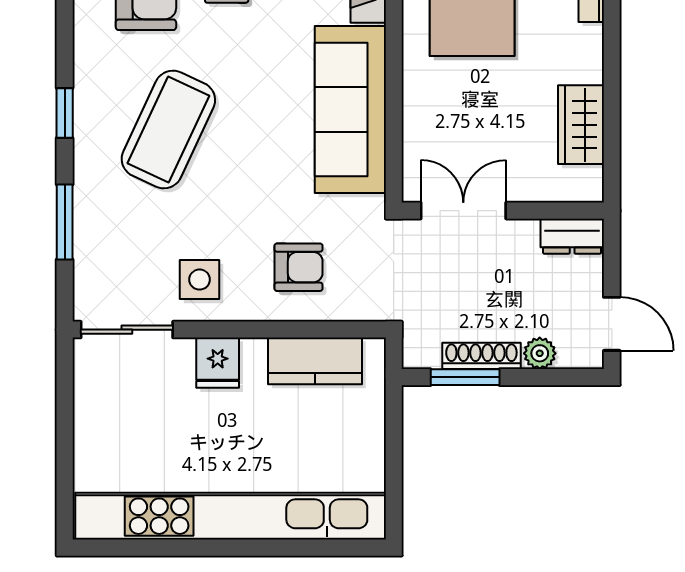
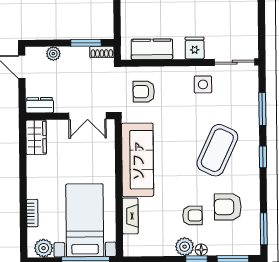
wardrobe: (581, 125) -> (36, 137), moved
armchair: (299, 267) -> (144, 92), moved
shoe rack: (481, 356) -> (102, 52), moved, width x0.70

